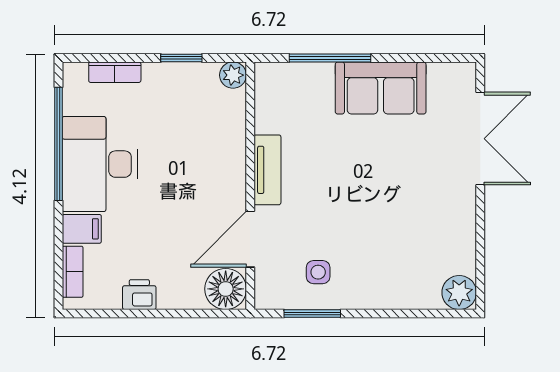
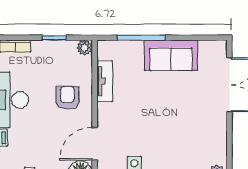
armchair: (204, 160) -> (67, 98), added
tv unit: (267, 170) -> (105, 81), moved

